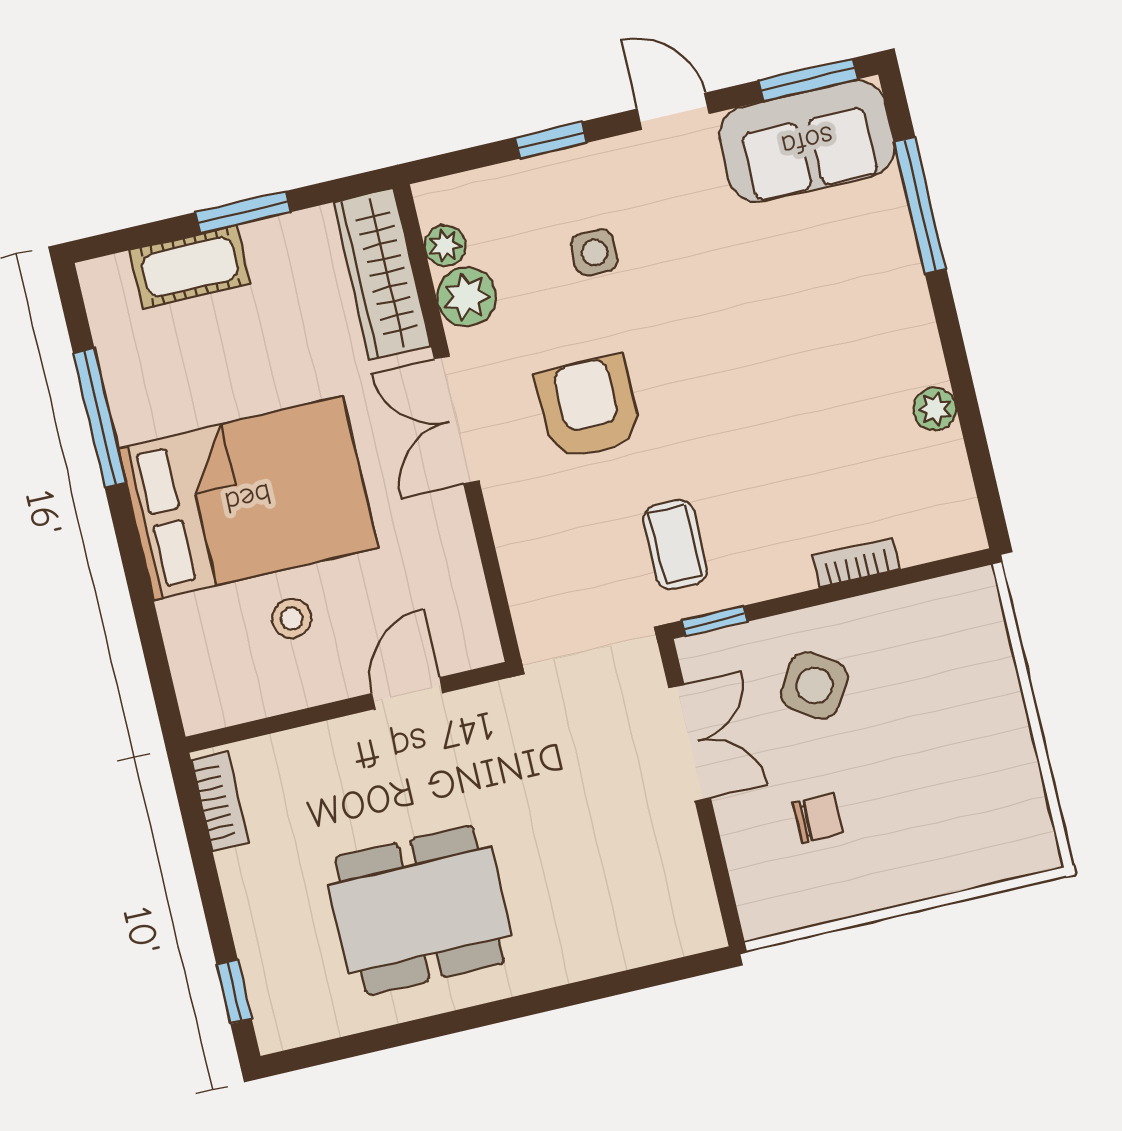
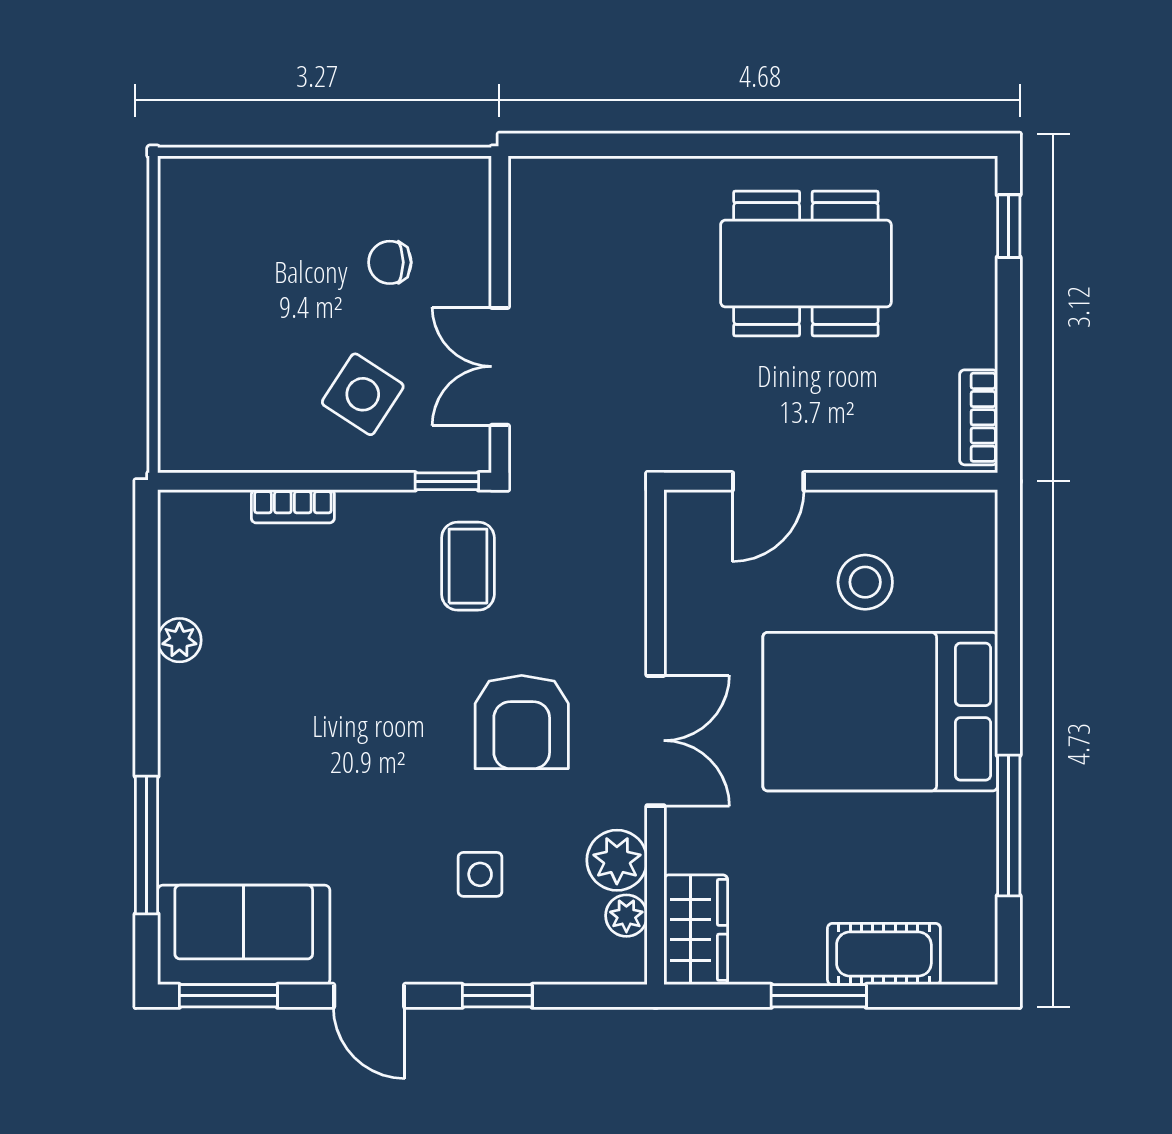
wardrobe: (382, 274) -> (696, 930), width x0.67
stool: (292, 619) -> (865, 582), width x1.37, depth x1.37

